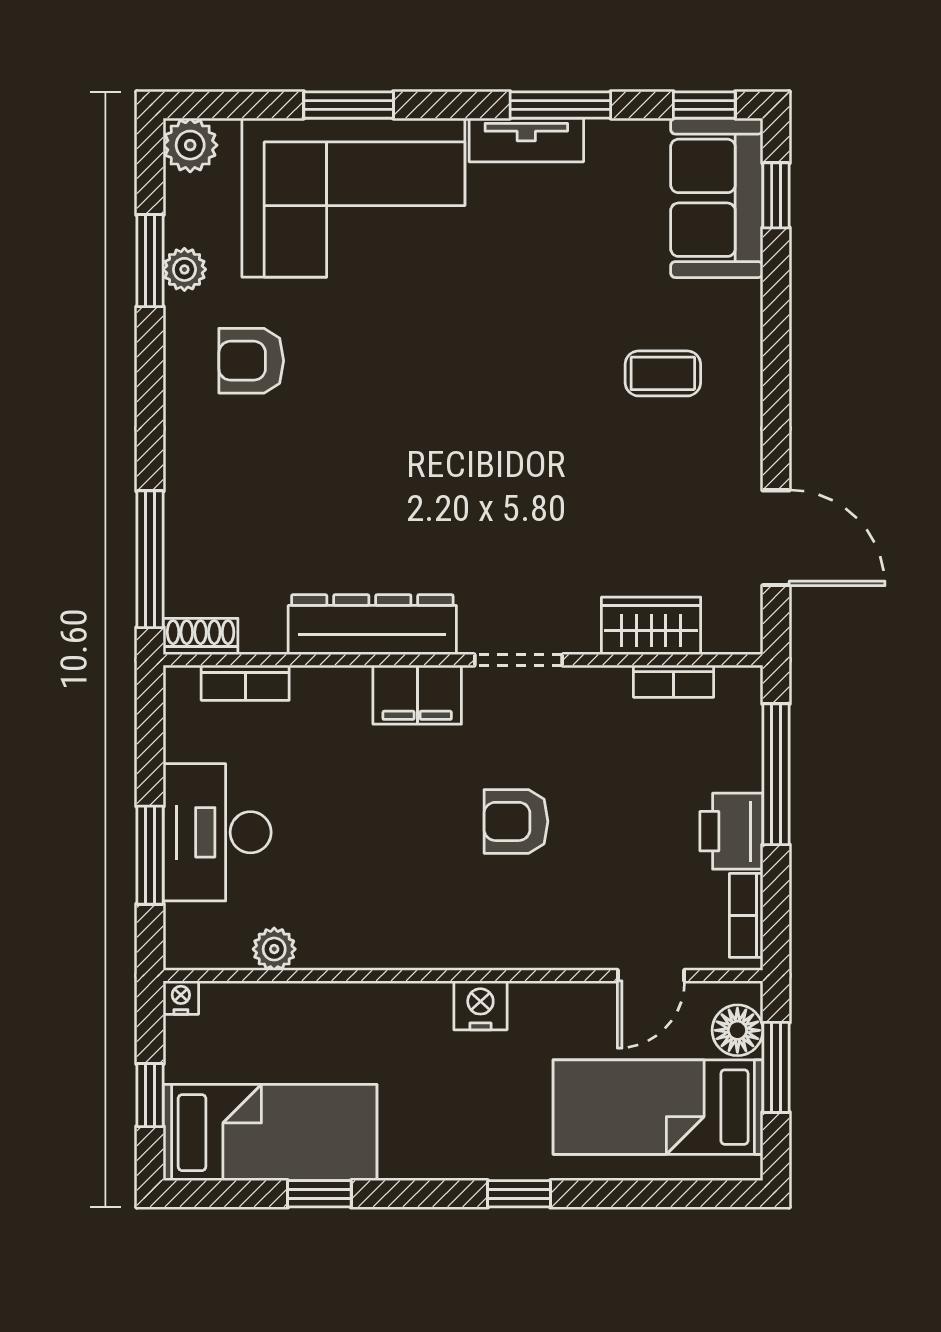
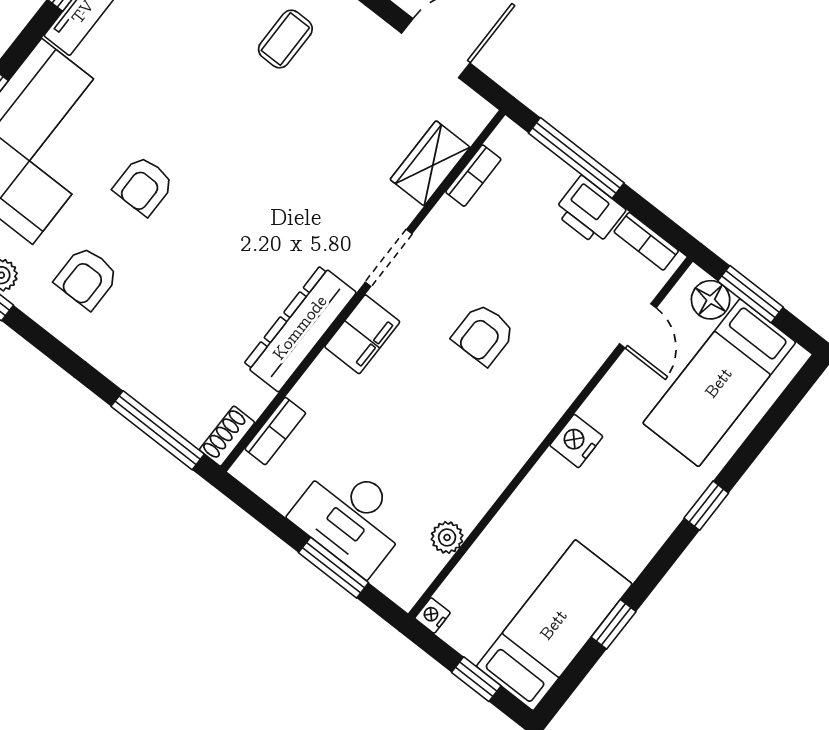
armchair: (394, 345) -> (144, 186), added

